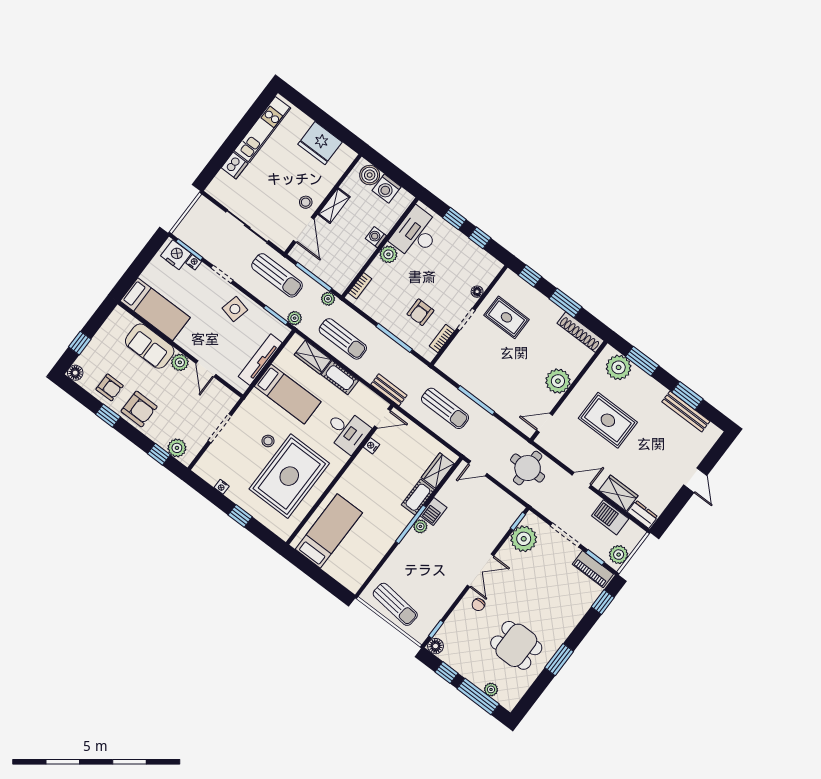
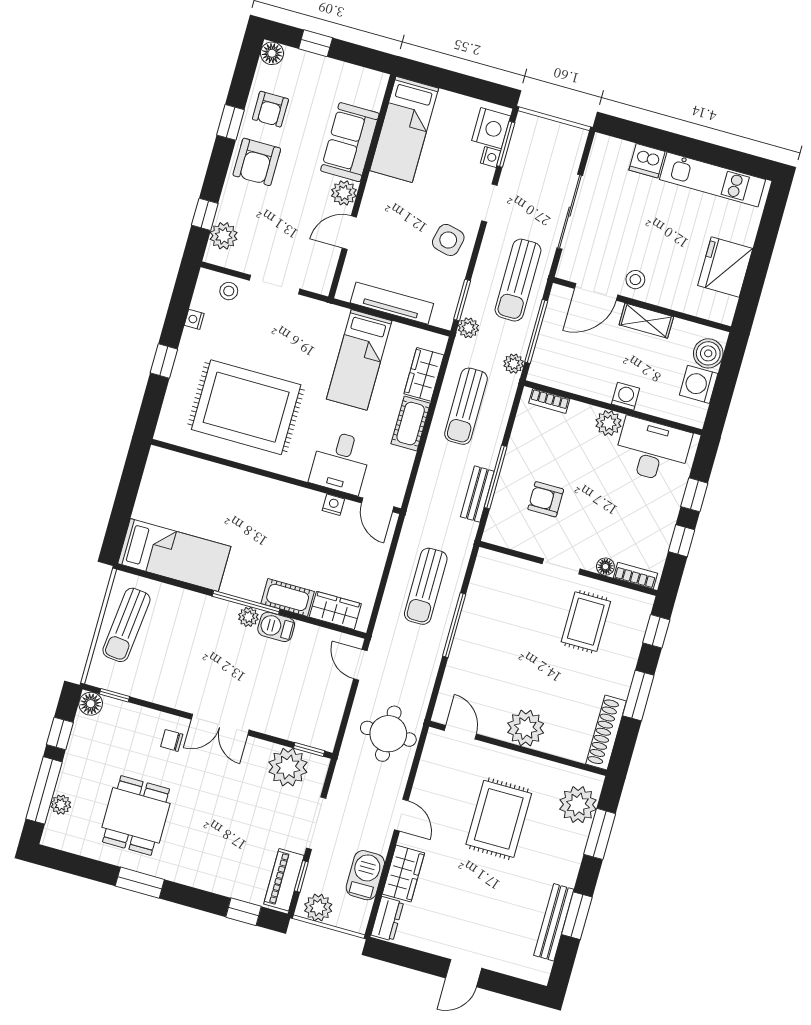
bookcase: (442, 339) -> (635, 576), moved
bench: (389, 390) -> (477, 494), moved
stool: (268, 441) -> (229, 291), moved
bed: (329, 531) -> (174, 555), moved

